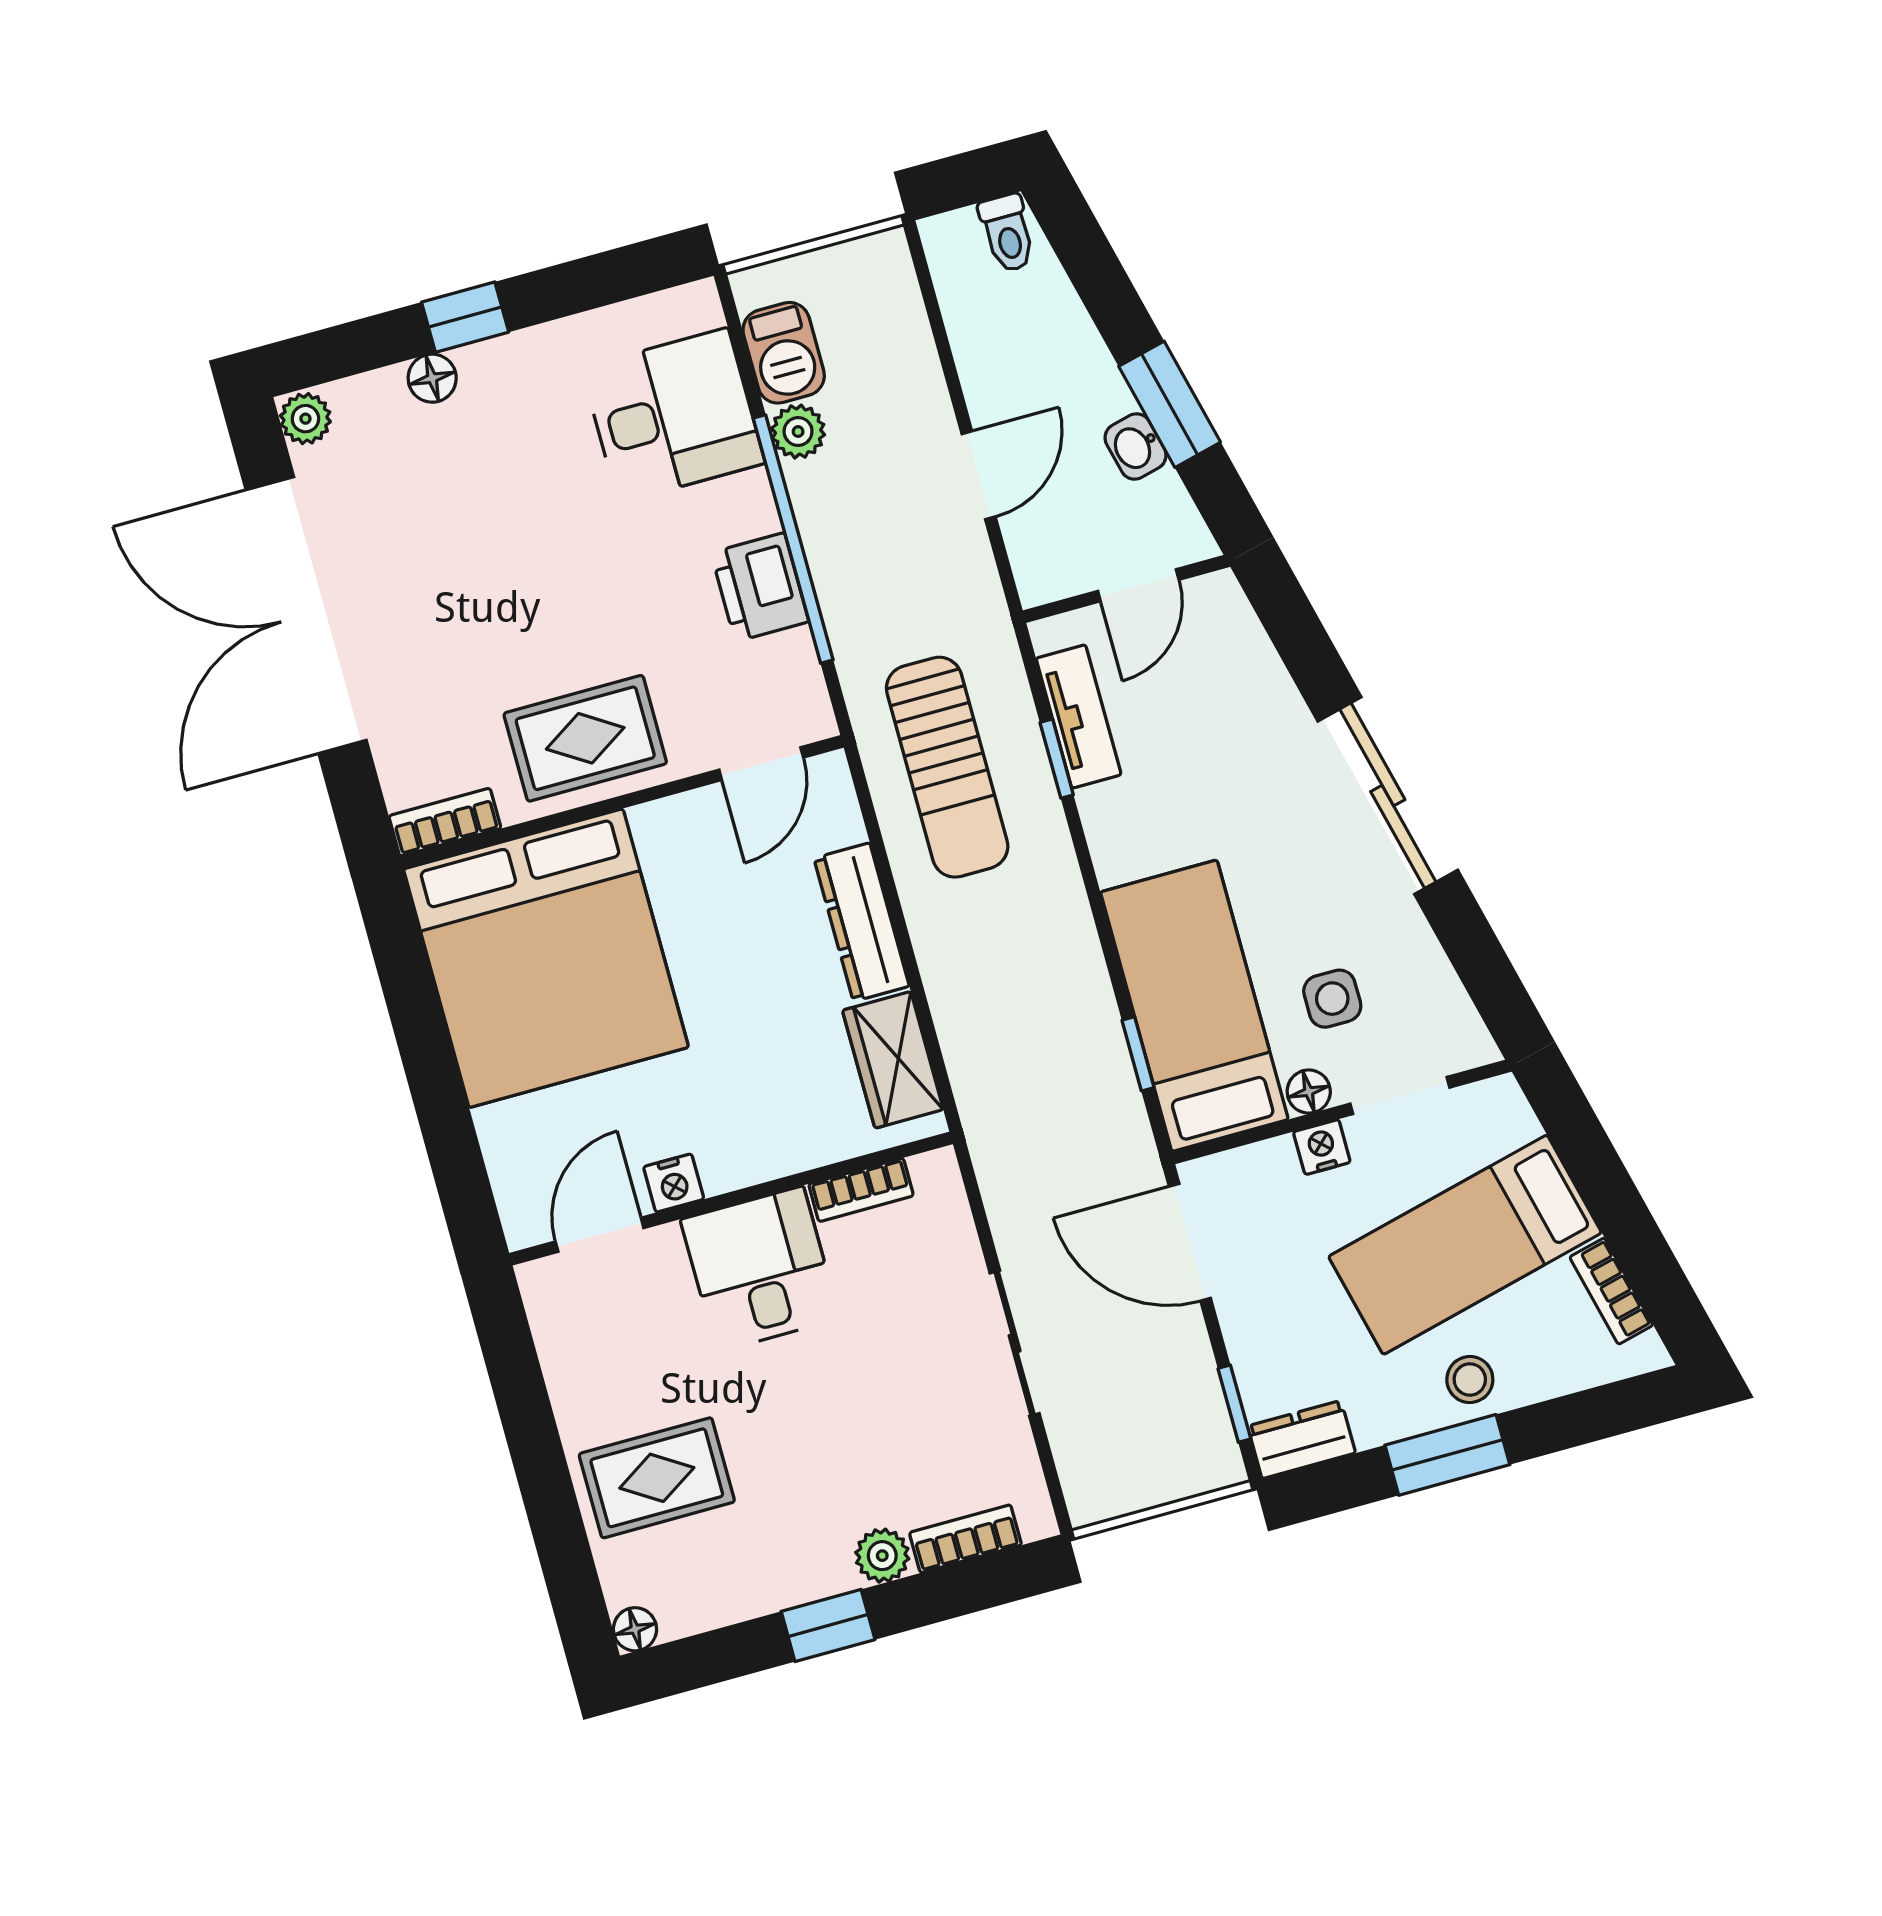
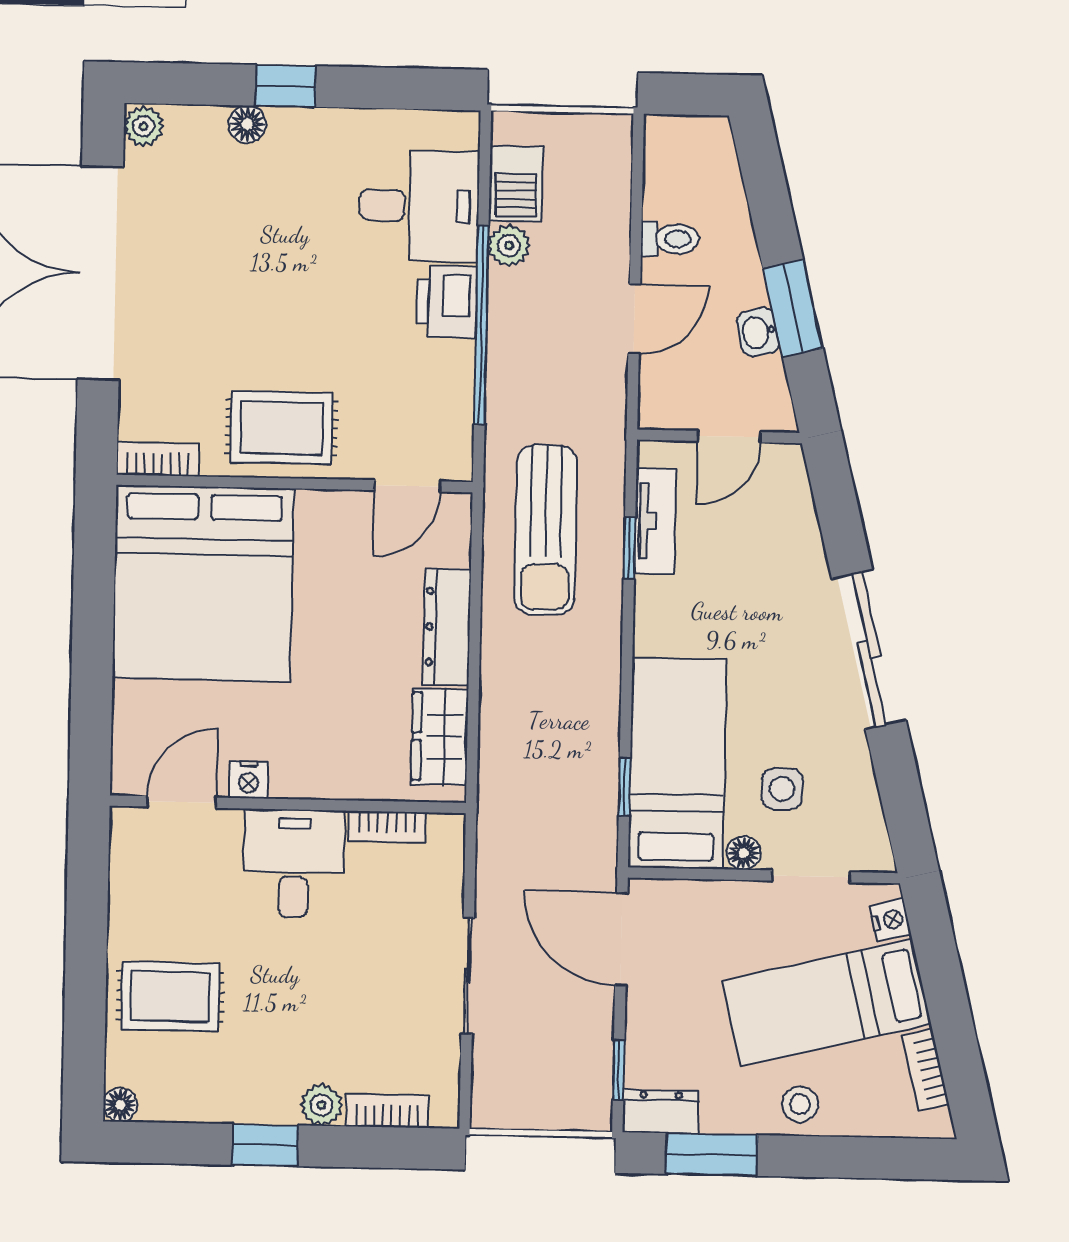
toilet: (1007, 233) -> (670, 239), moved, turned -90
printer: (760, 587) -> (447, 302), moved
nightstand: (1322, 1147) -> (890, 920), moved, turned 76
window: (1447, 1455) -> (712, 1154), moved

